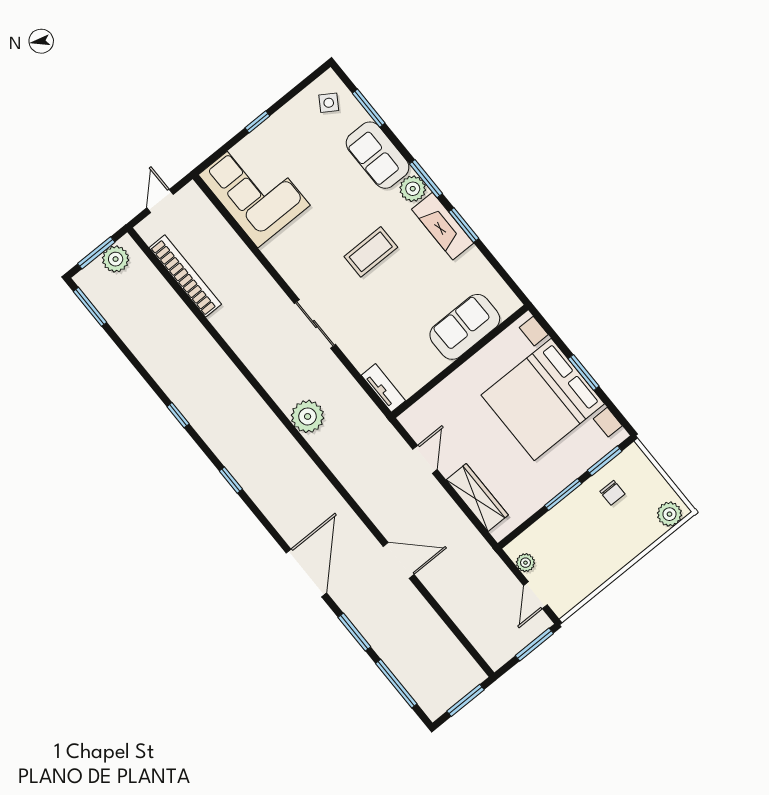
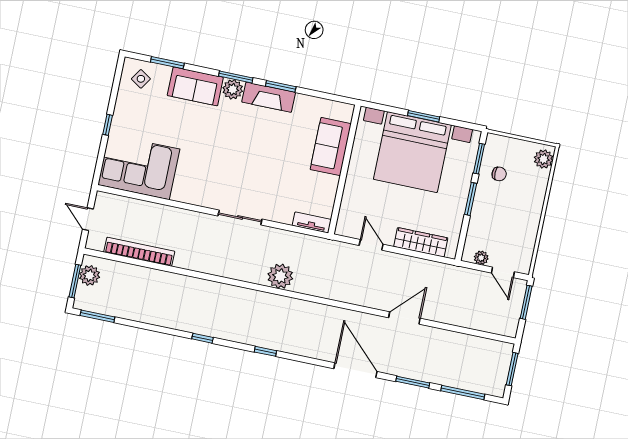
coffee table: (371, 252) -> (238, 147), removed

